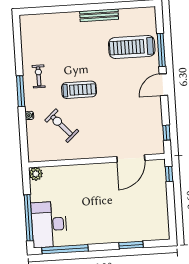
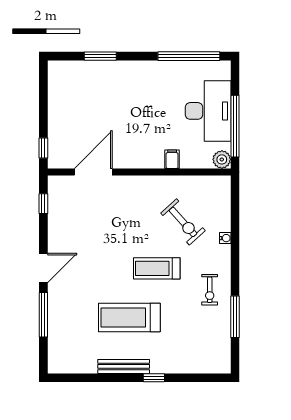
window: (76, 8) -> (154, 378), added
treadmill: (132, 47) -> (129, 317), moved, turned 180
window: (21, 91) -> (235, 317), moved
filing cabinet: (73, 172) -> (172, 159), added
window: (29, 218) -> (235, 126), moved
desk: (49, 224) -> (208, 111), moved

